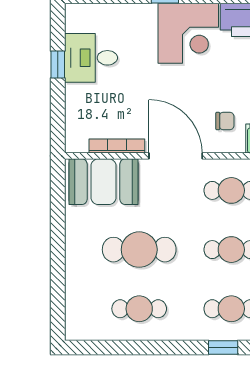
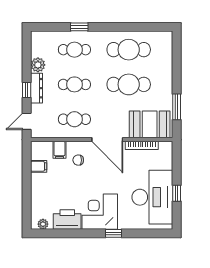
desk: (91, 58) -> (152, 197), width x1.87, depth x1.30
window: (58, 211) -> (177, 107), added
cafe table: (139, 309) -> (129, 50), width x1.37, depth x1.35

